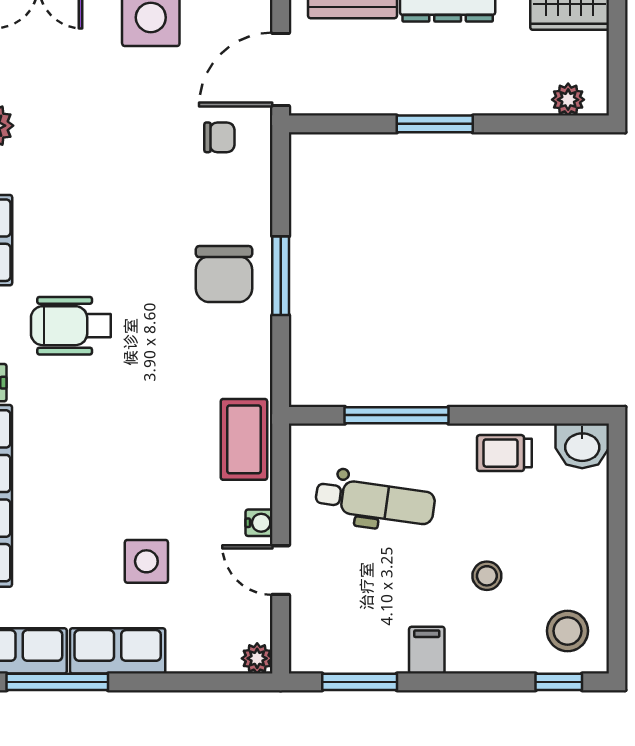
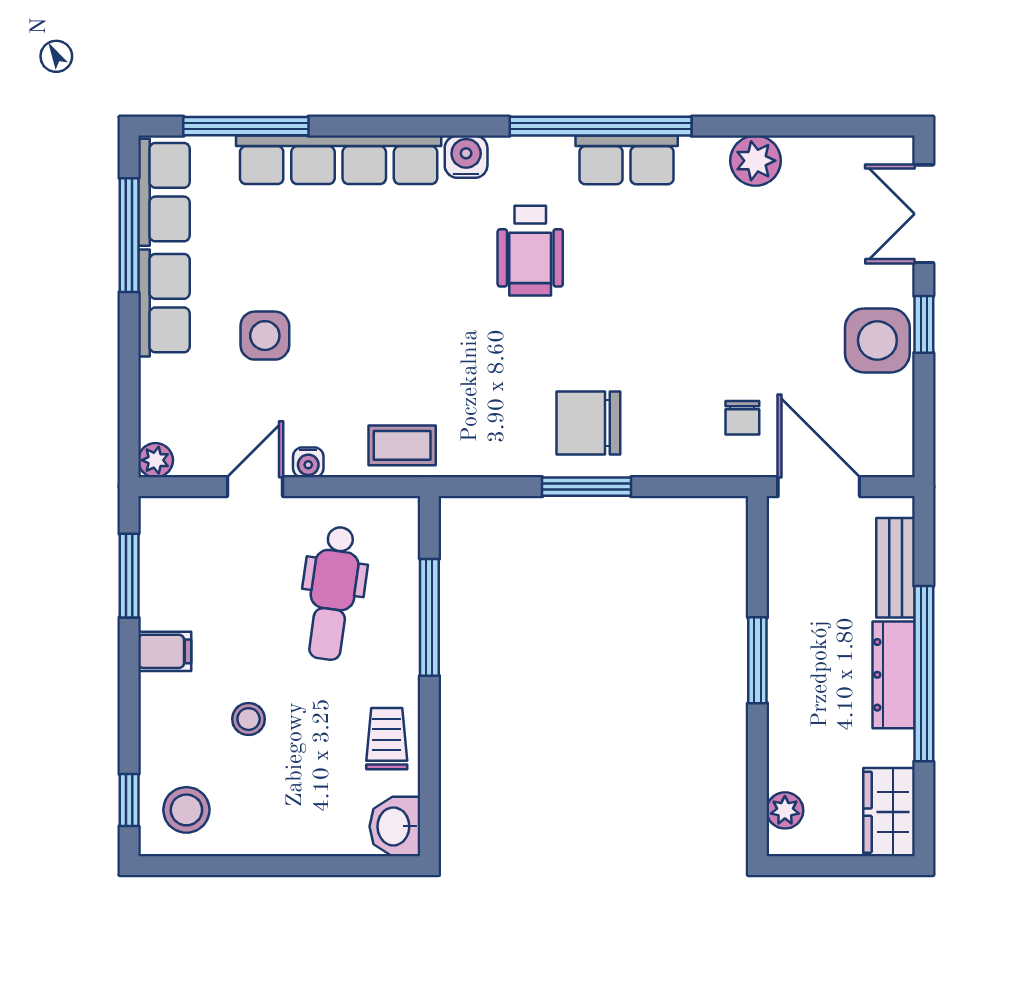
wheelchair: (71, 326) -> (530, 251), turned 180
coffee table: (244, 439) -> (402, 445), width x0.73, depth x0.77

